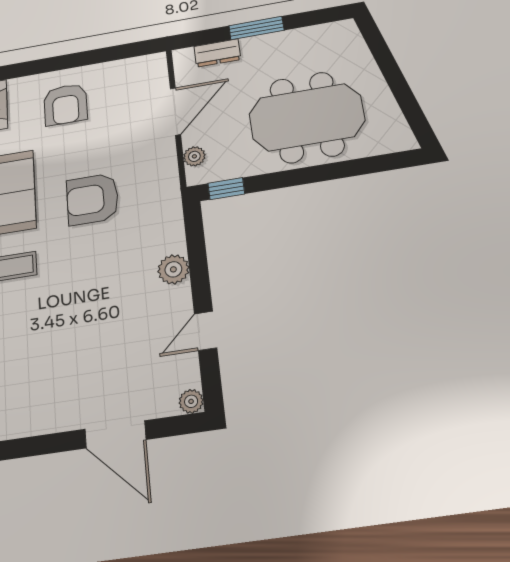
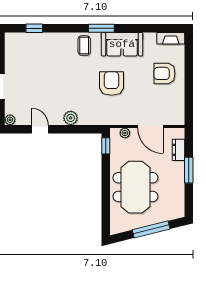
window: (392, 73) -> (151, 229), added

